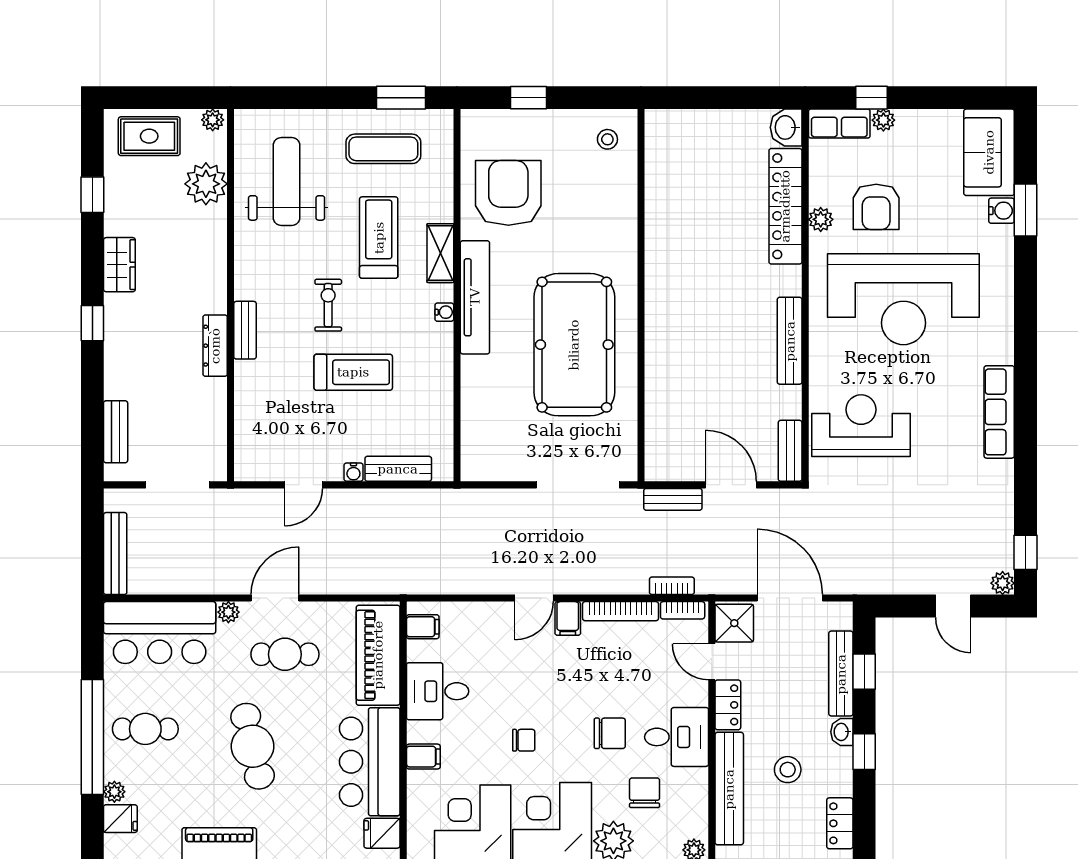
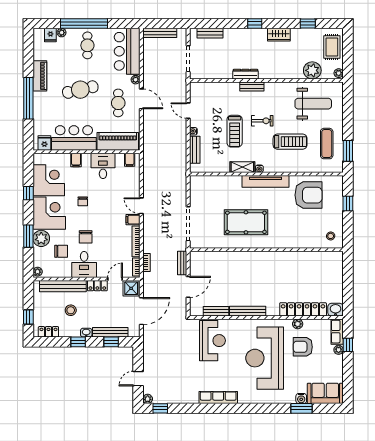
shelving: (440, 253) -> (242, 167), moved
pool table: (574, 345) -> (246, 222), width x0.73, depth x0.76
bench: (790, 451) -> (216, 311), moved

